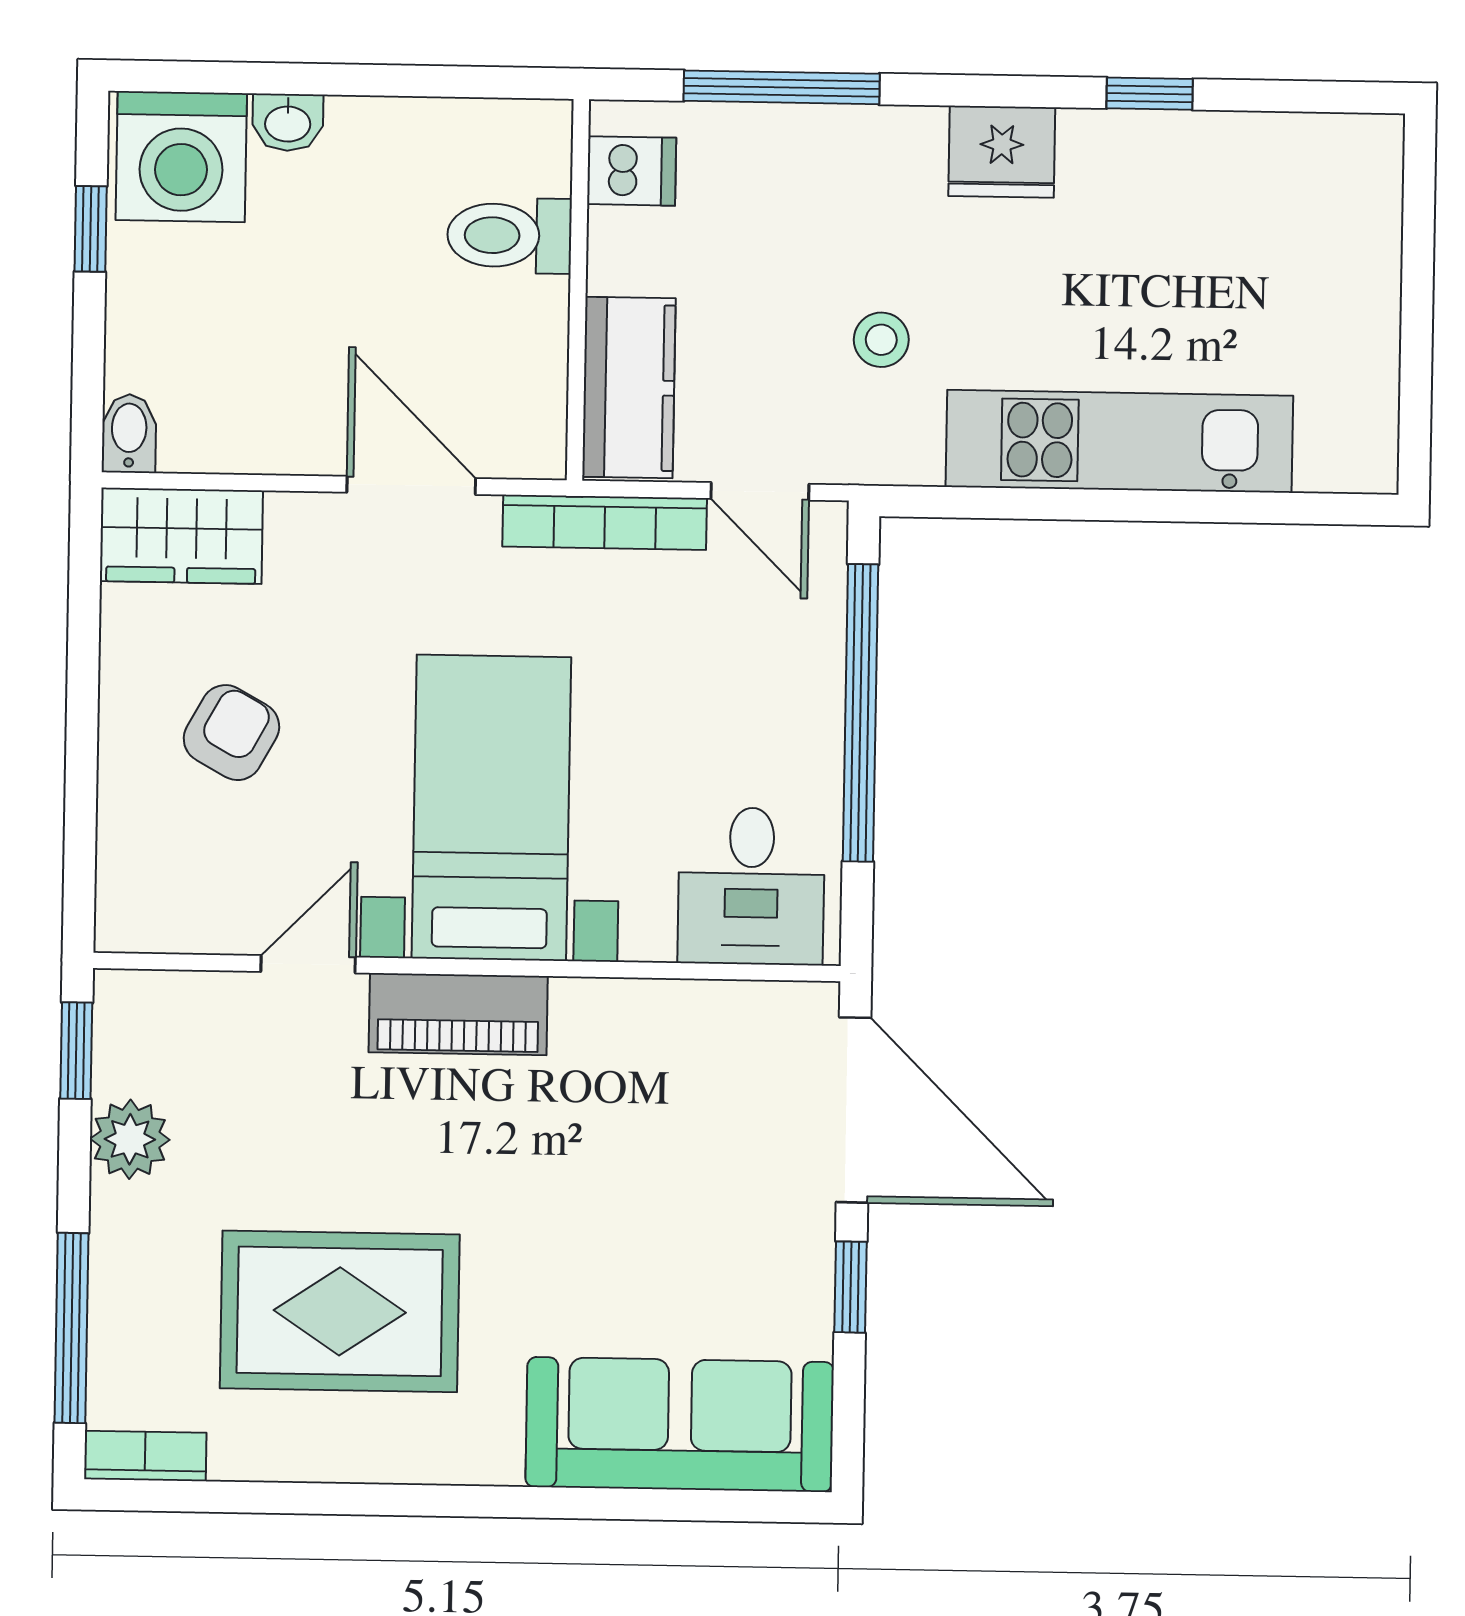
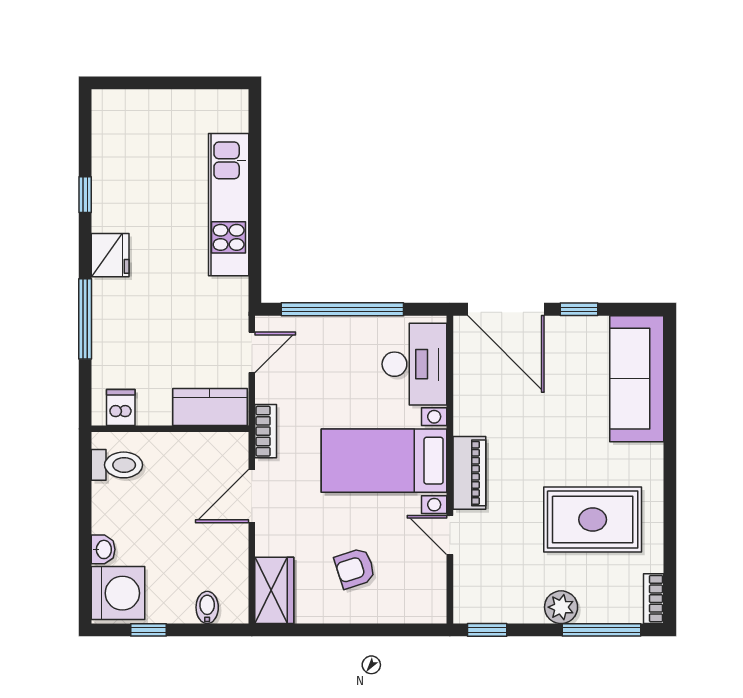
window: (782, 87) -> (85, 319), moved
toilet: (509, 235) -> (117, 465), moved, turned -90
stool: (881, 340) -> (188, 303), removed
bidet: (129, 433) -> (207, 607), moved, turned 90
bookcase: (605, 522) -> (266, 431), width x0.64
armchair: (231, 733) -> (355, 568), turned -47
desk: (751, 886) -> (414, 364), width x1.37
door: (854, 1110) -> (506, 309), swing flipped
plant: (130, 1139) -> (561, 607), moved
rug: (340, 1311) -> (593, 520), turned 90

